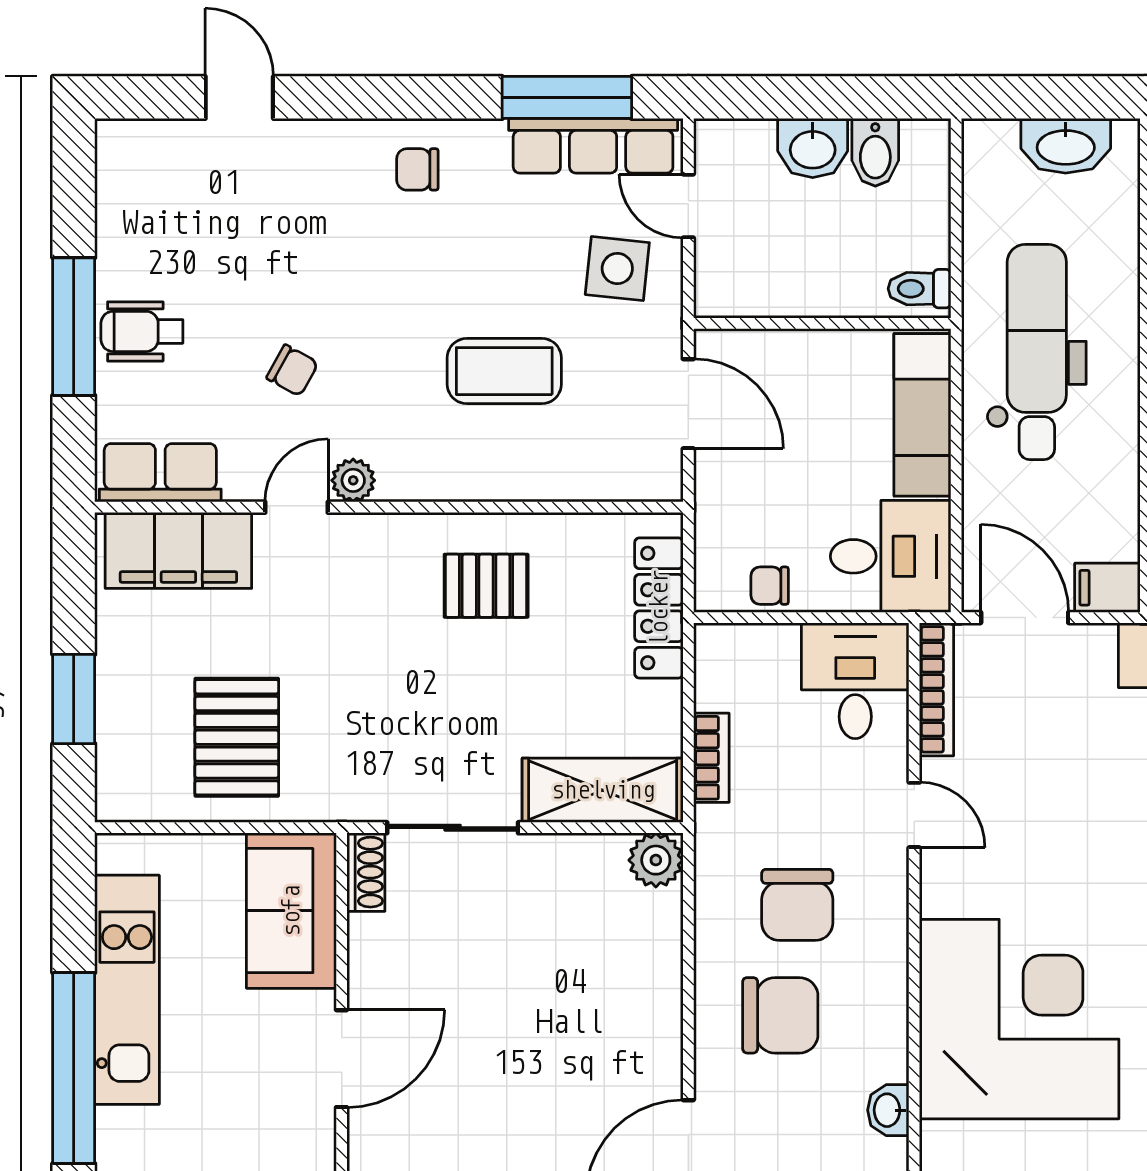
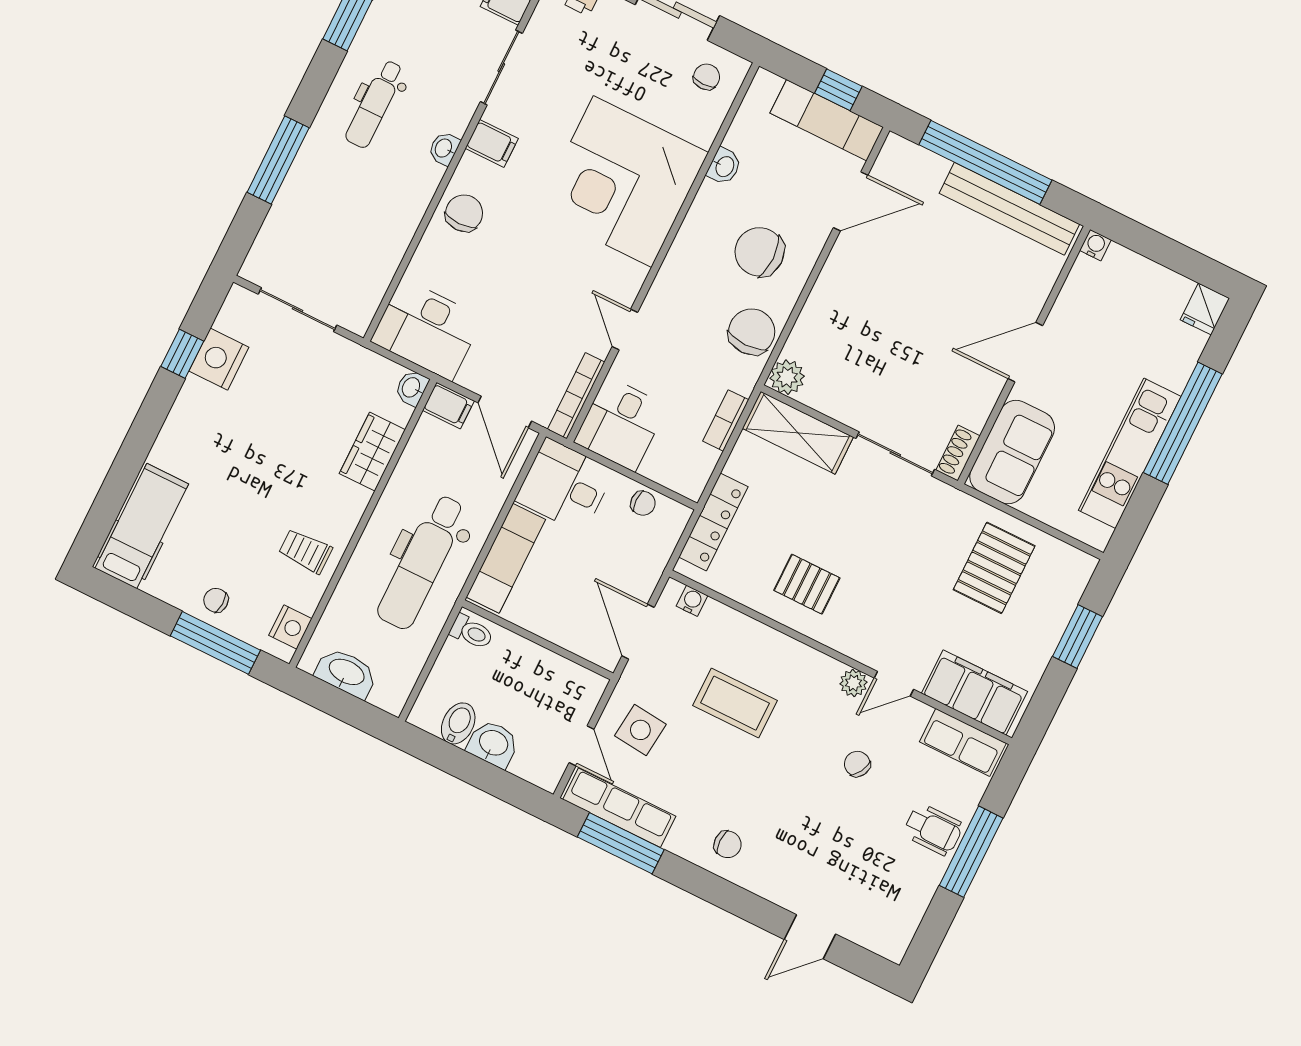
door: (239, 97) -> (810, 937), hinge flipped
water cooler: (634, 484) -> (692, 601), added
chair: (797, 905) -> (752, 332), moved

